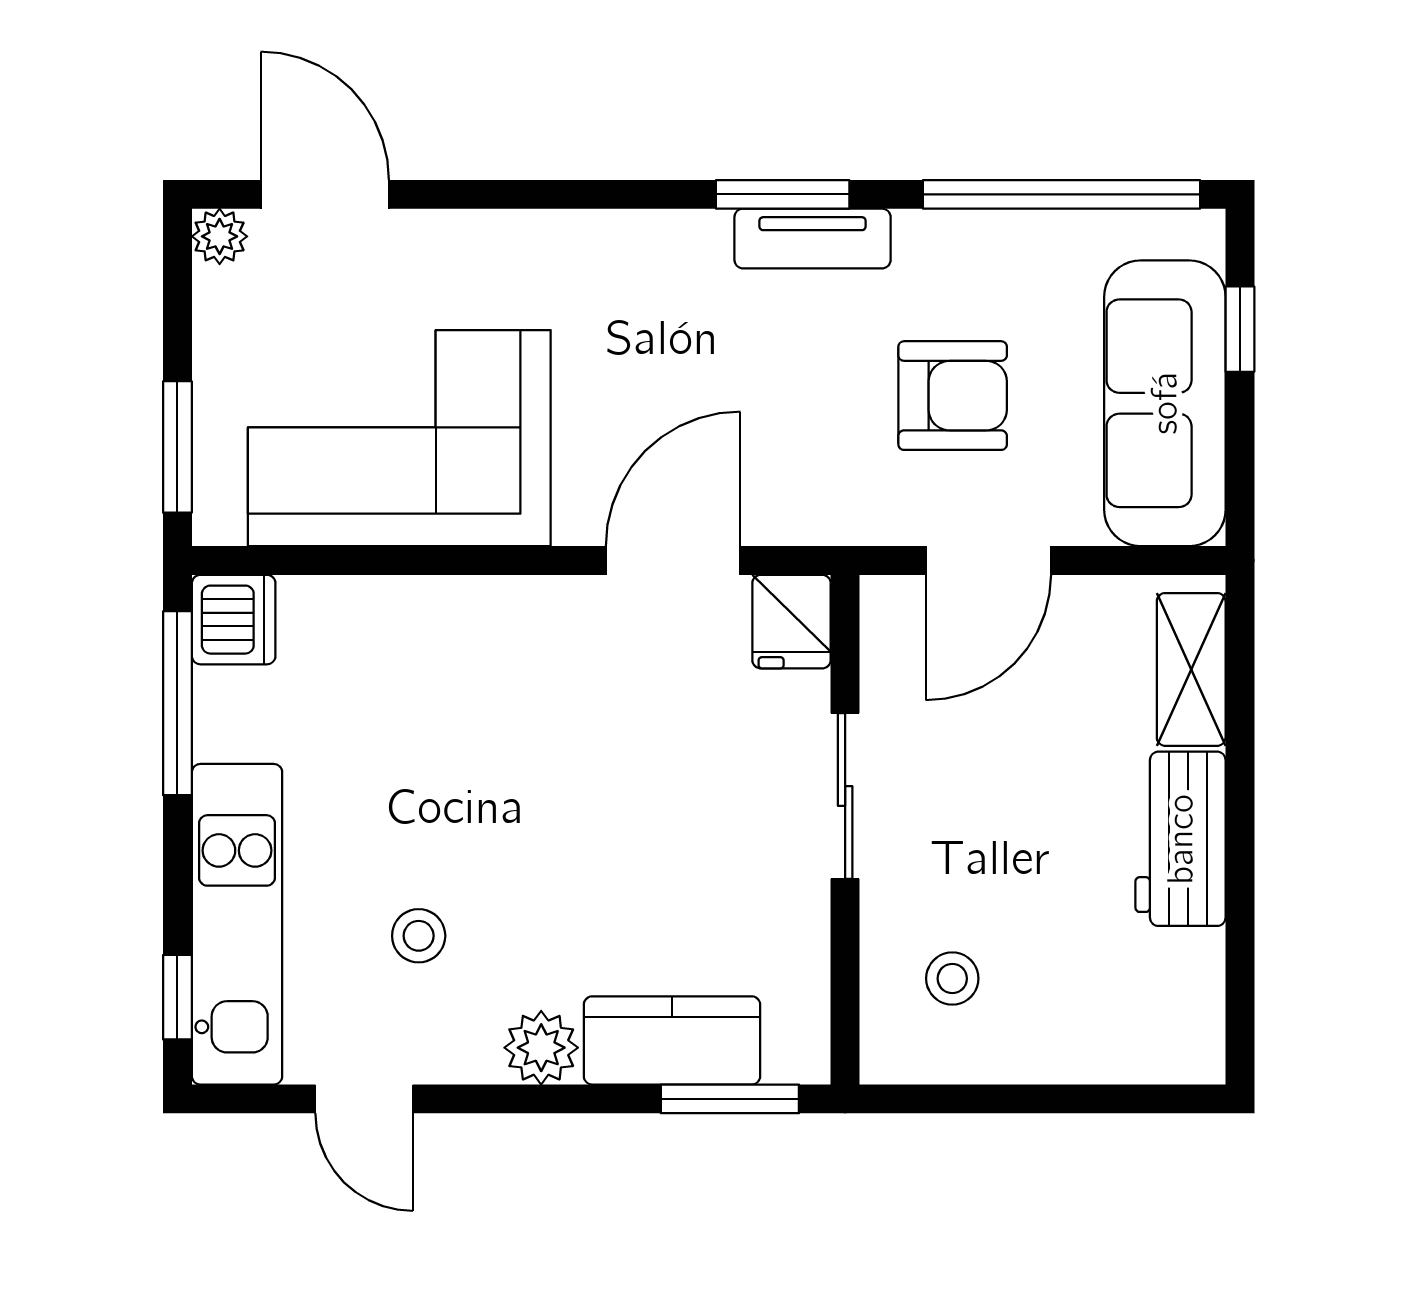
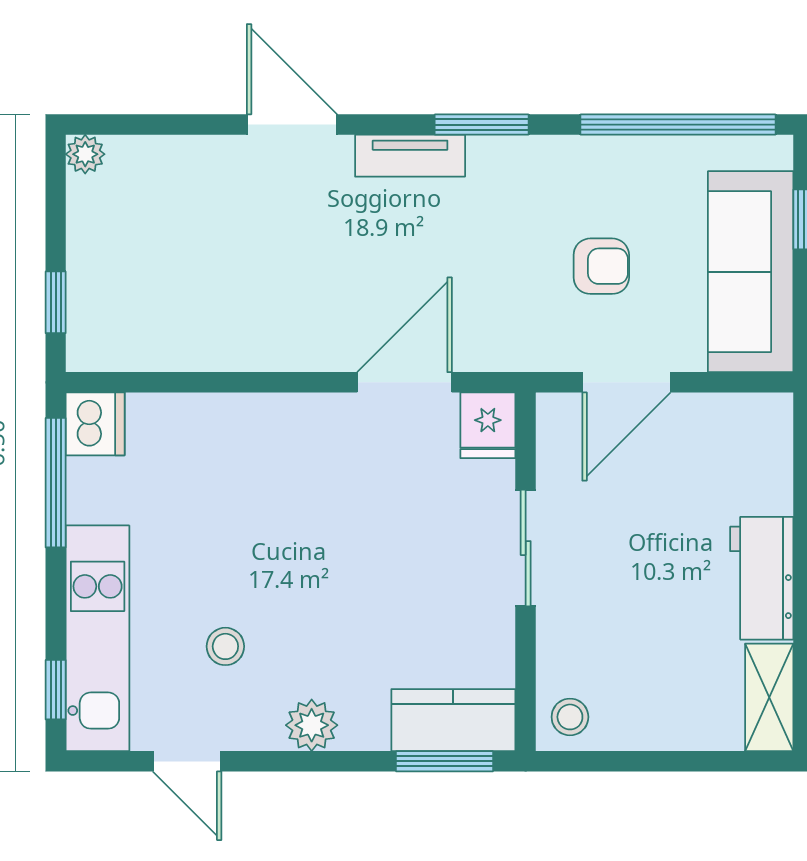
door: (325, 194) -> (292, 125), moved
tv unit: (813, 239) -> (410, 156), moved
armchair: (953, 396) -> (601, 266), width x0.72, depth x0.72
corner sofa: (399, 438) -> (212, 296), removed
window: (177, 447) -> (56, 302), width x0.67
shelving: (1191, 669) -> (769, 697), moved
stool: (952, 979) -> (570, 717), moved
kitchen counter: (672, 1040) -> (453, 720), moved

